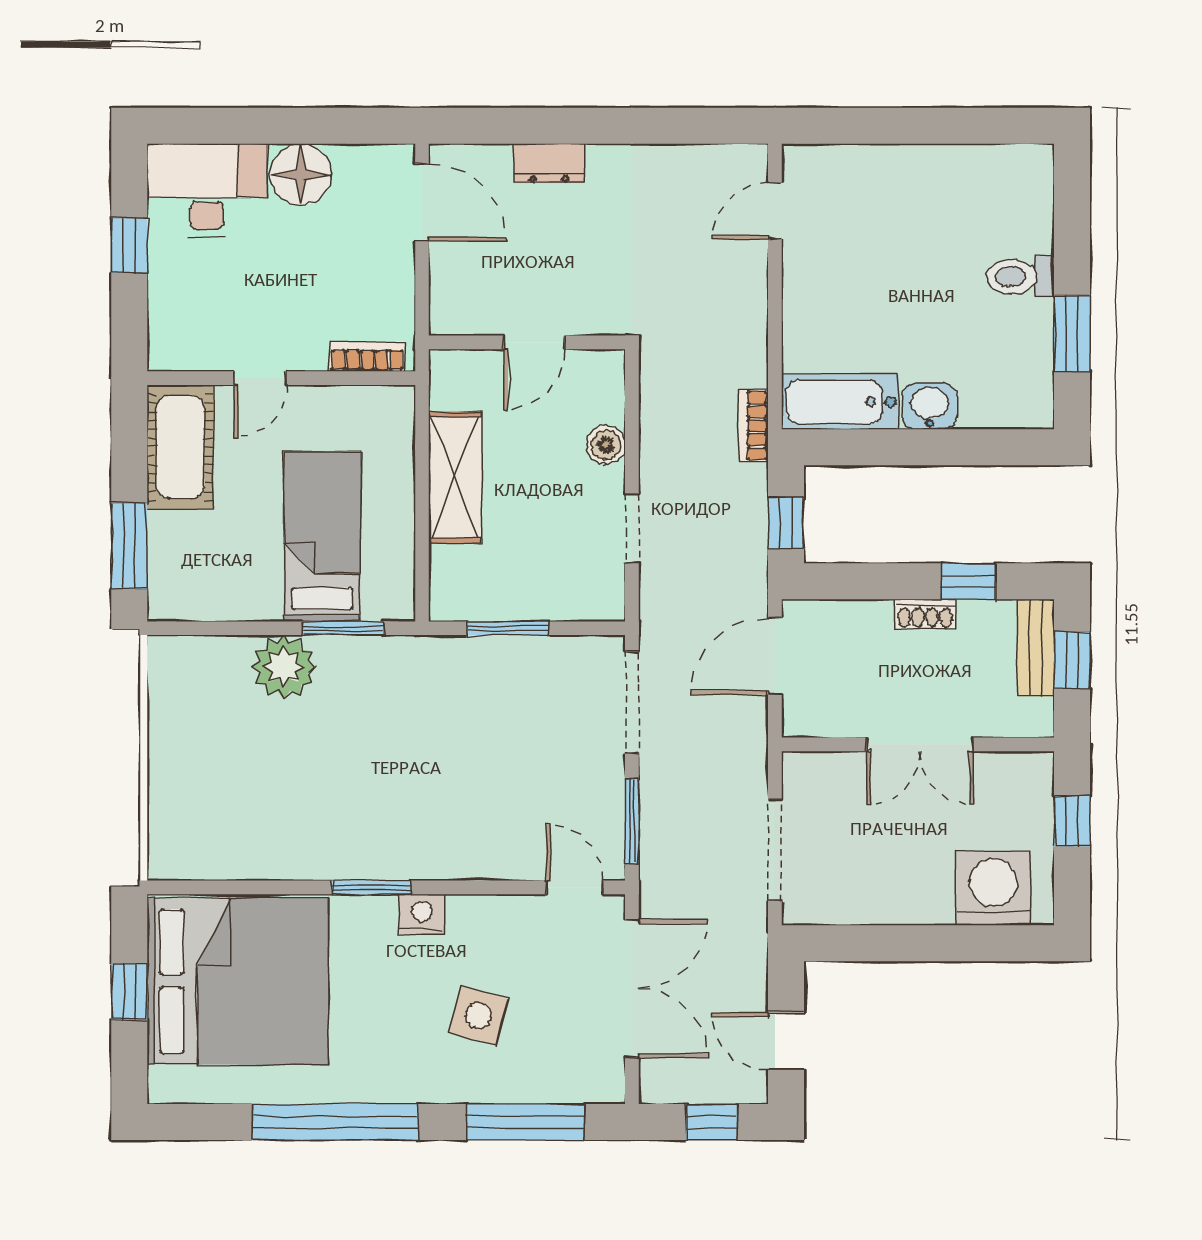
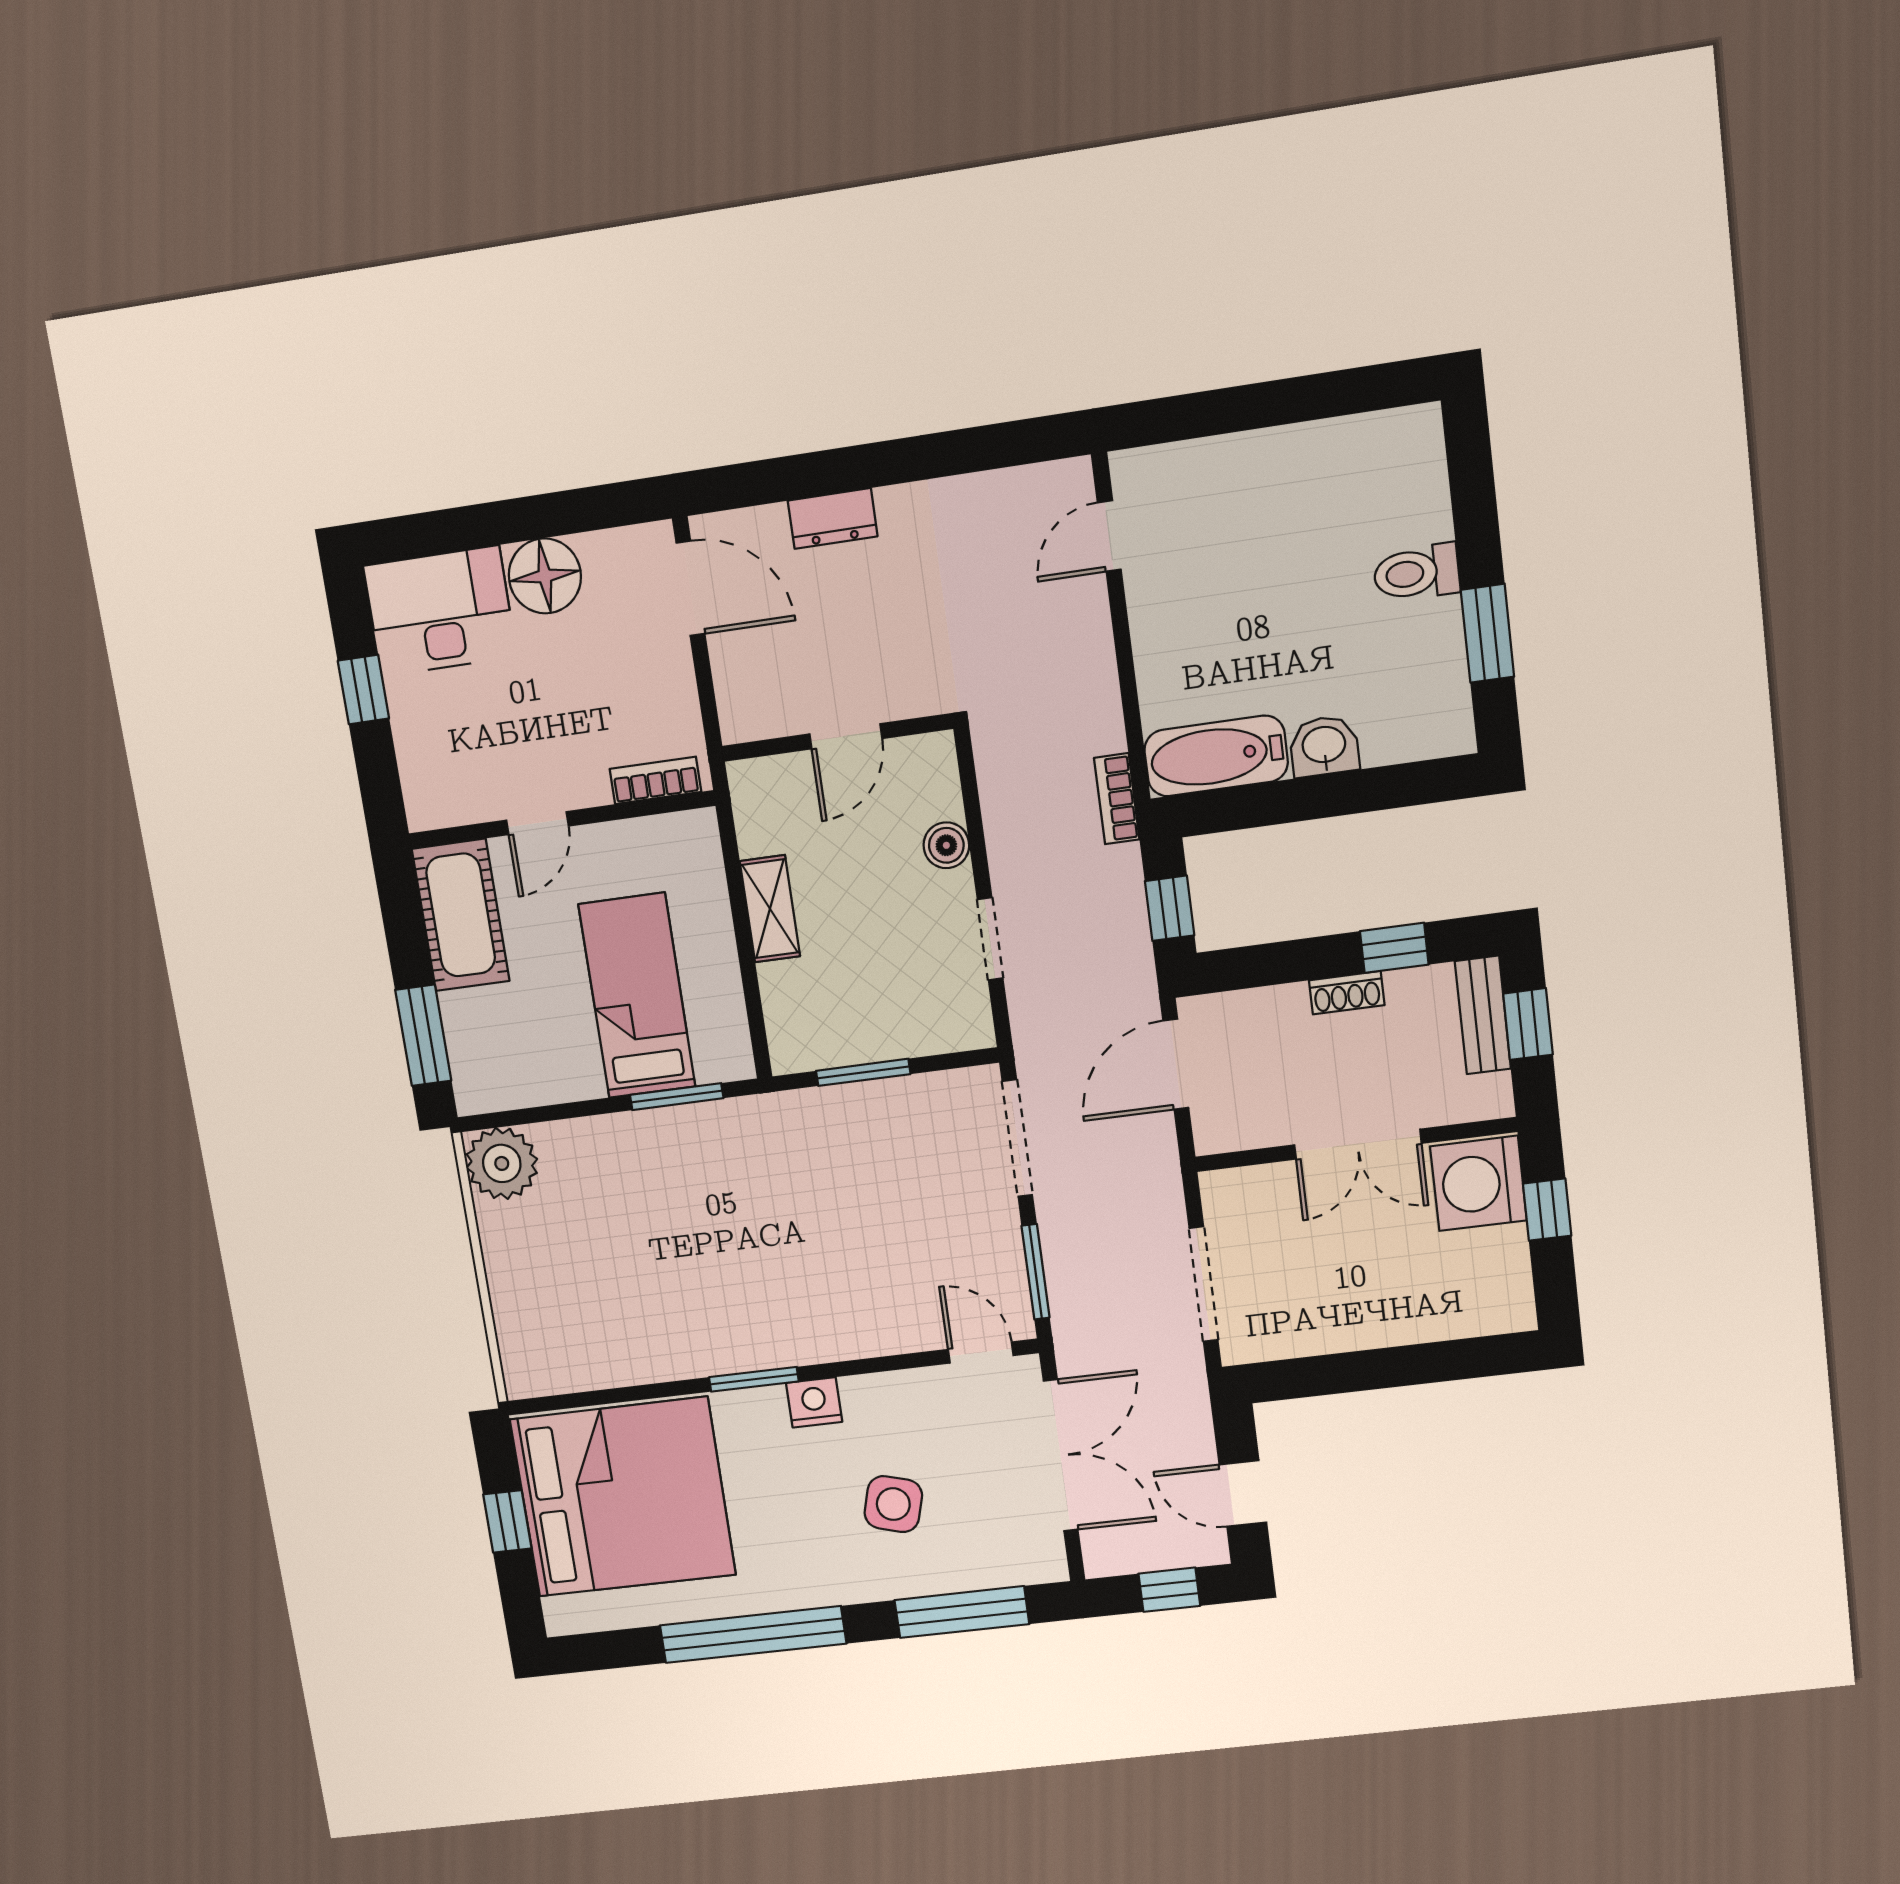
shelving: (455, 478) -> (770, 909), width x0.67, depth x0.75
plant: (284, 667) -> (502, 1163), moved
washing machine: (994, 888) -> (1478, 1183), moved, turned -90

